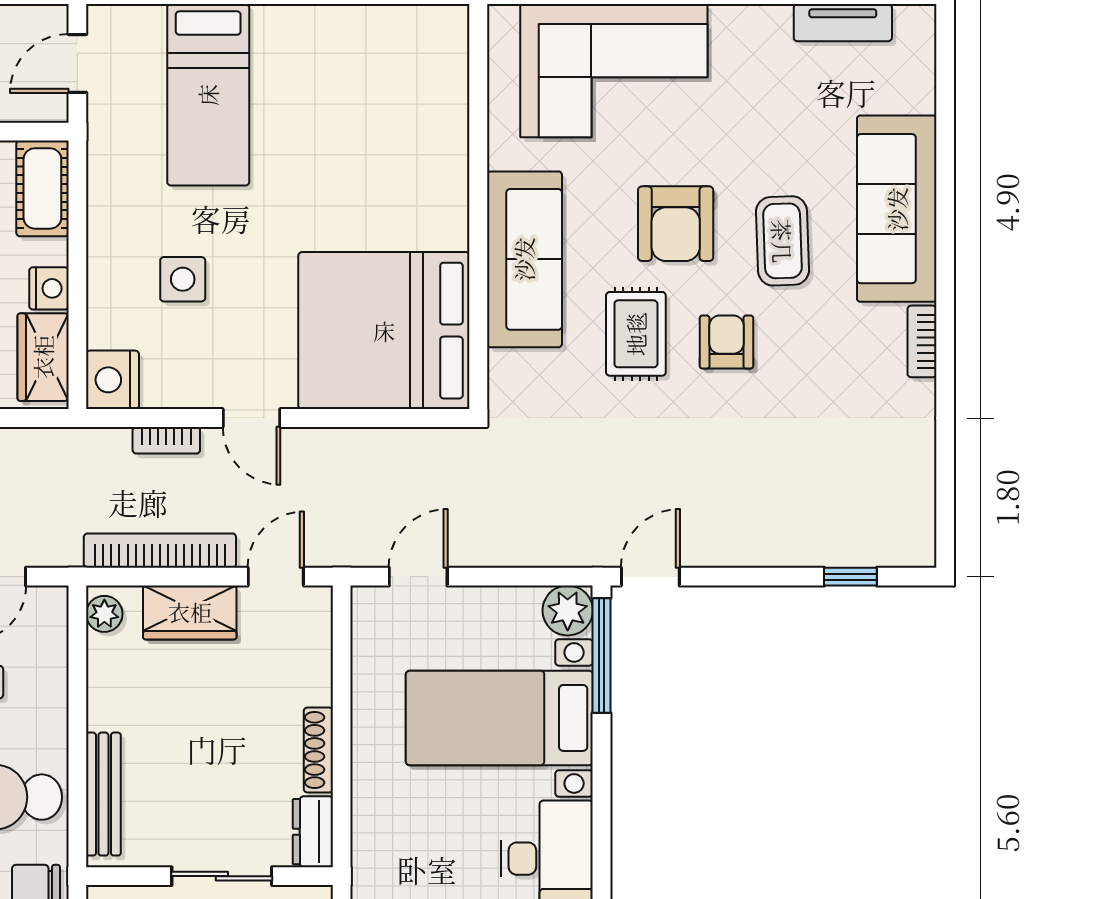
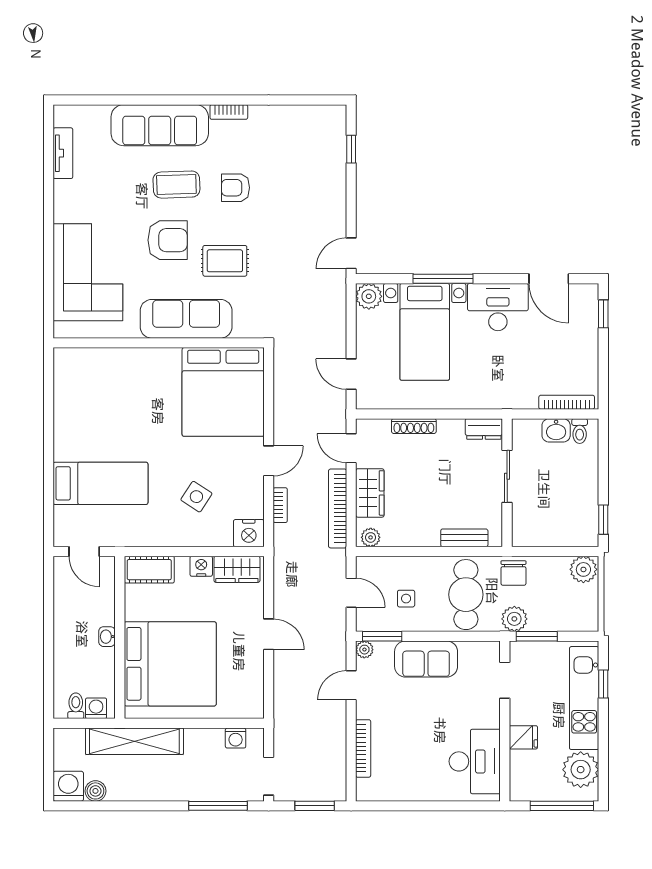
side table: (183, 279) -> (196, 497), turned 33
armchair: (726, 342) -> (235, 188), moved
door: (650, 577) -> (351, 253), hinge flipped
window: (602, 656) -> (443, 279), moved
shoe rack: (318, 750) -> (414, 426), moved
bench: (103, 794) -> (464, 538), width x0.73

